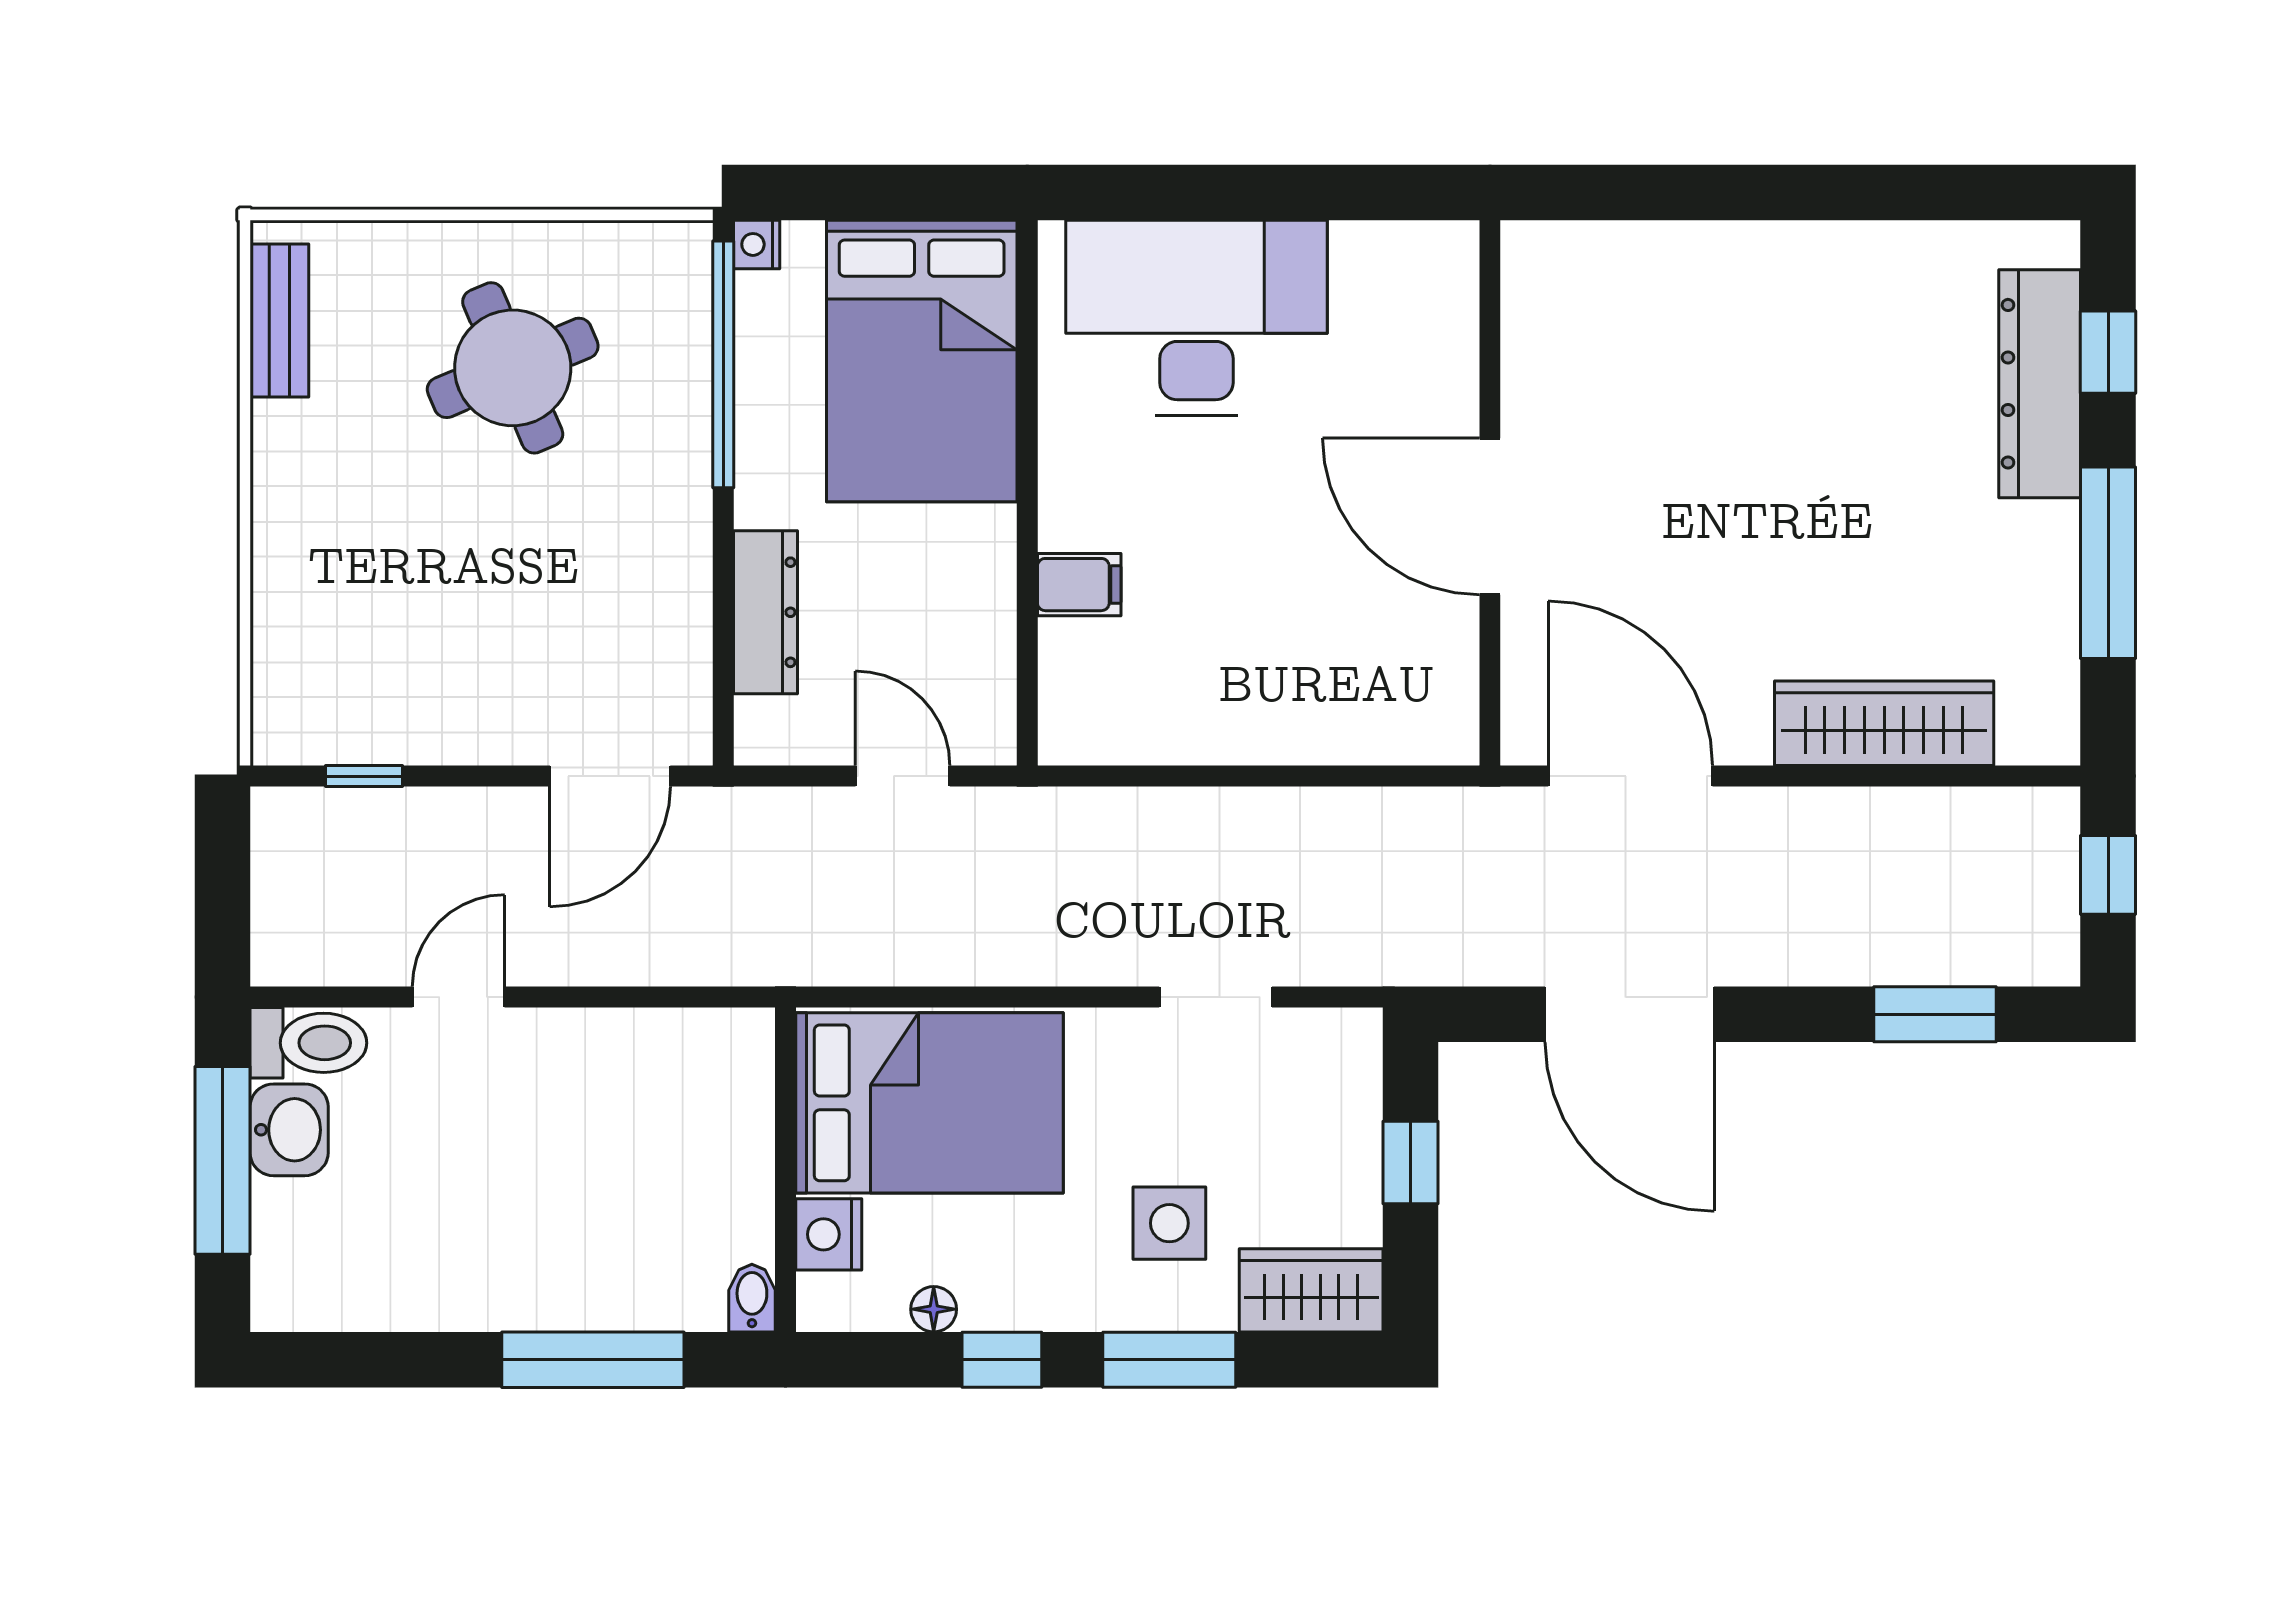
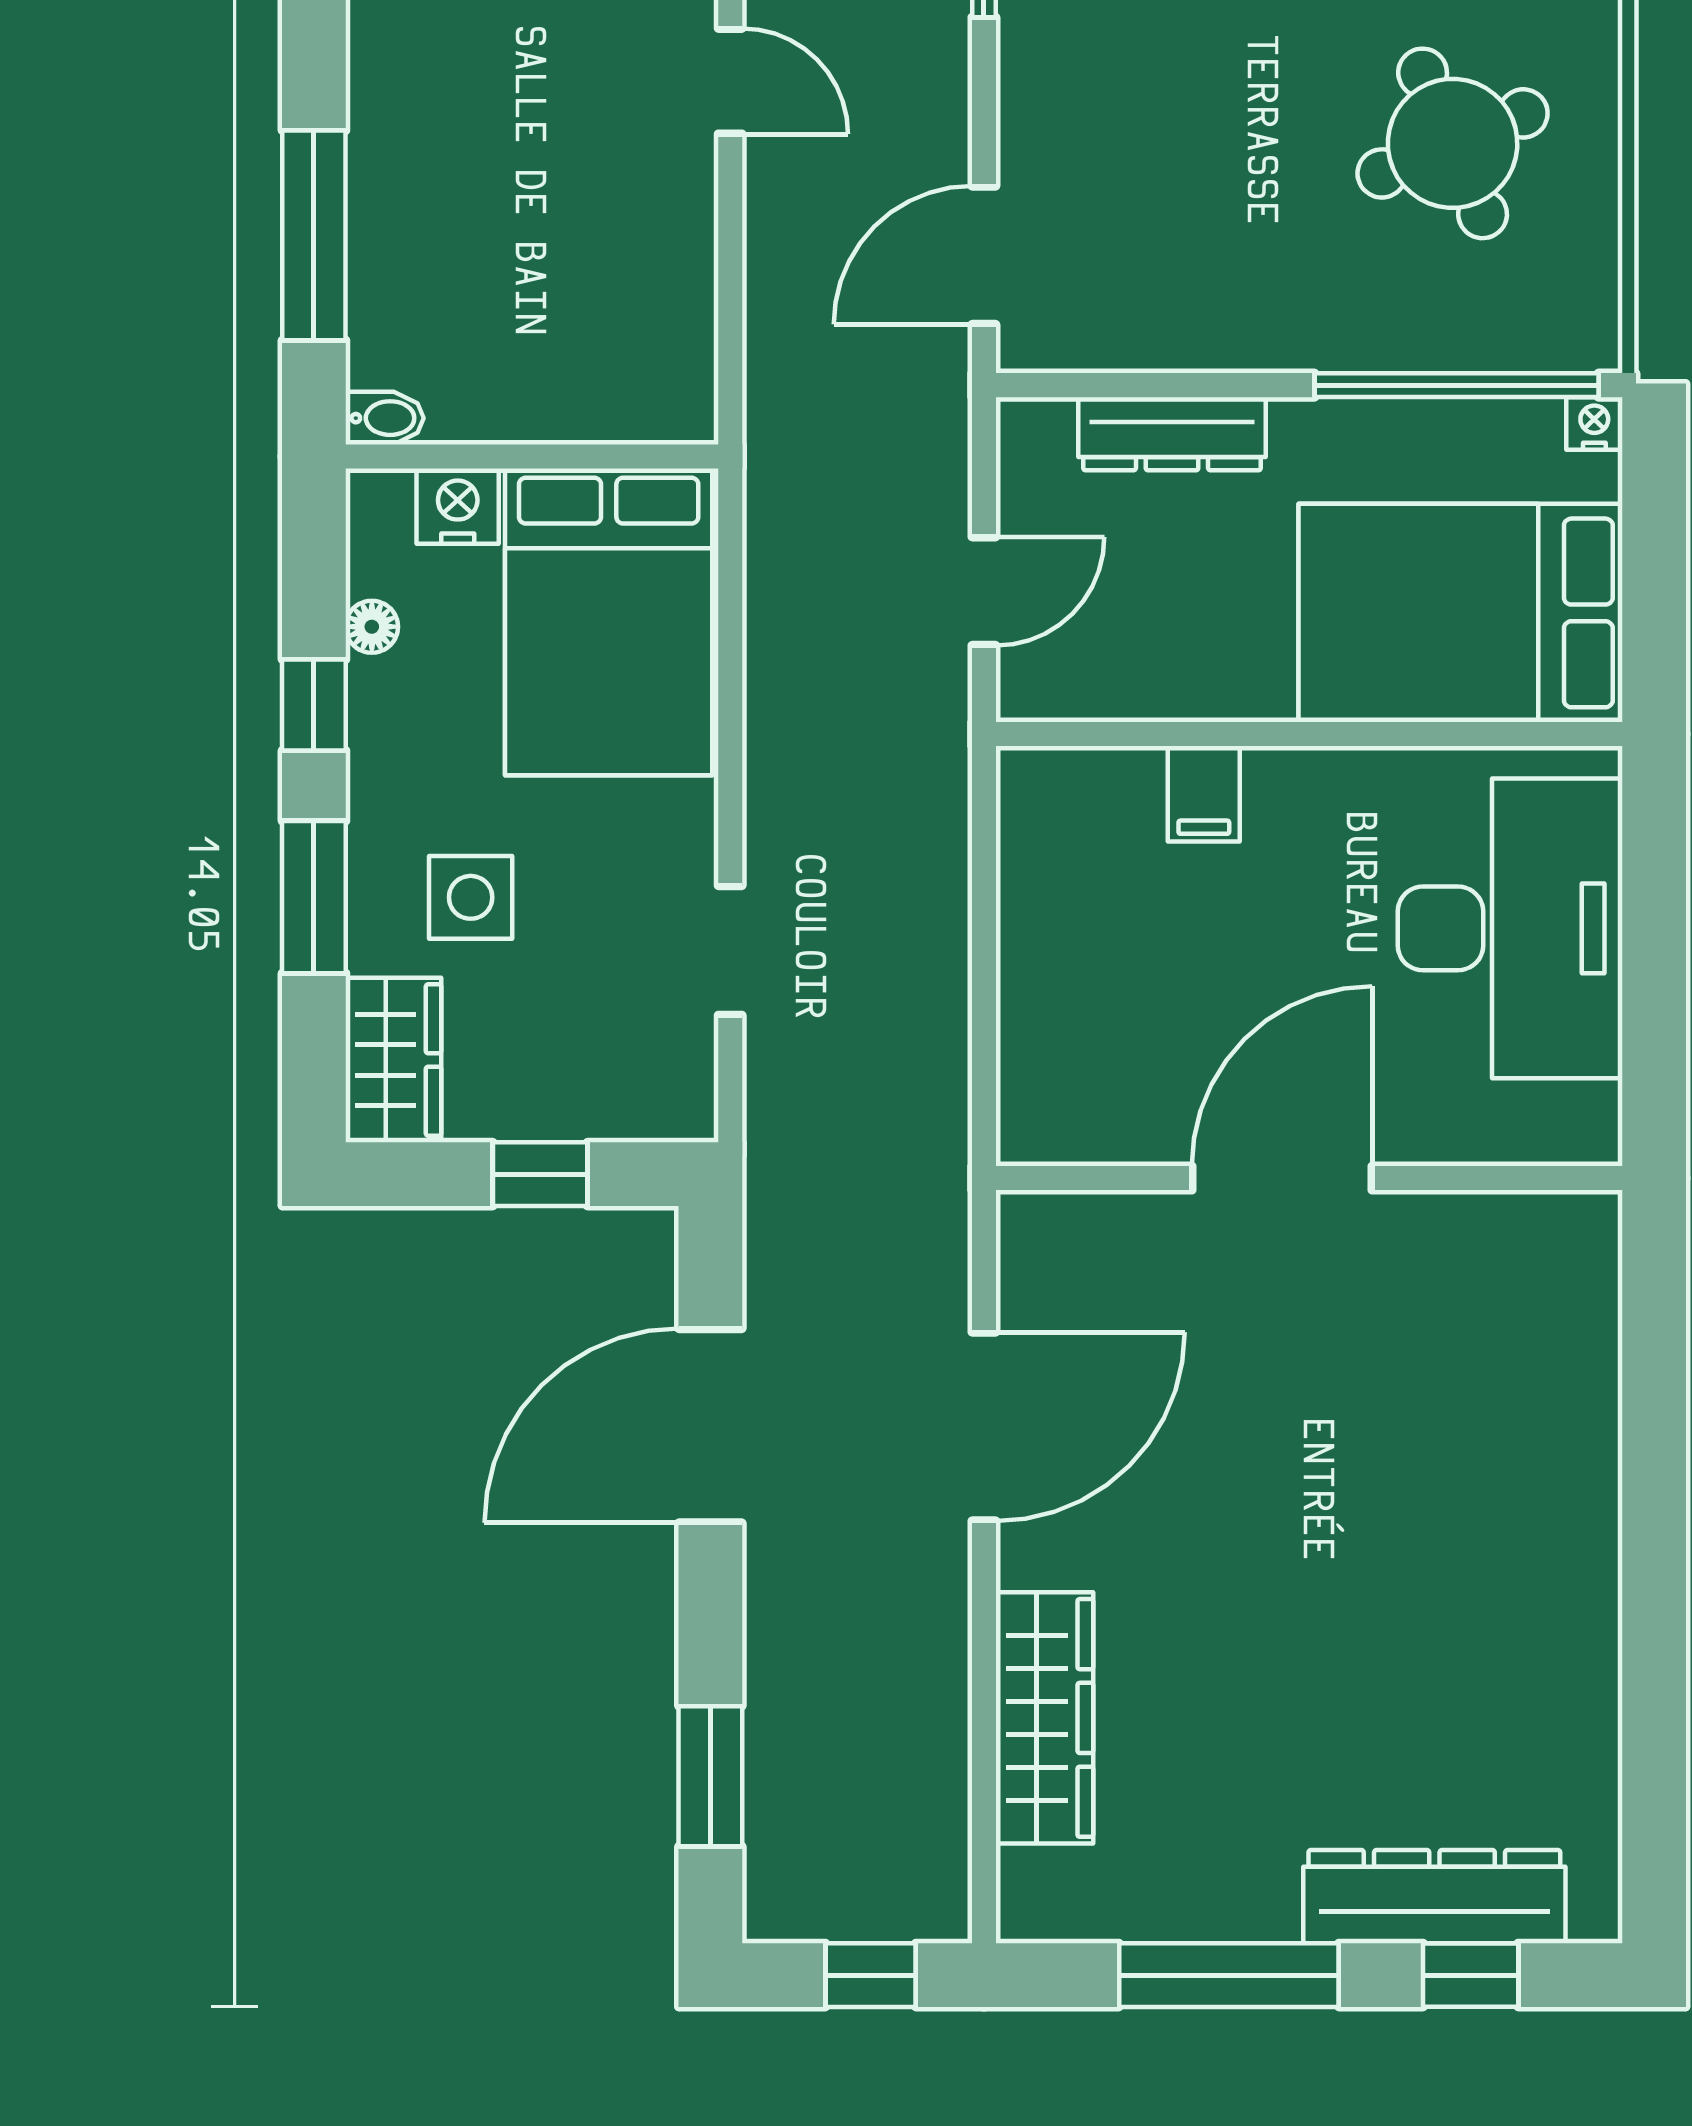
wall: (1490, 493) -> (1309, 1178), moved
door: (1490, 516) -> (1282, 1178), moved
door: (610, 776) -> (984, 255), hinge flipped

